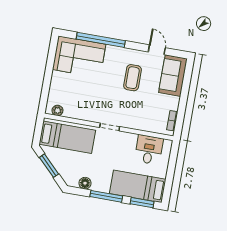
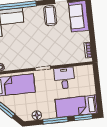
coffee table: (133, 78) -> (50, 16), moved
desk: (149, 150) -> (64, 78), moved

